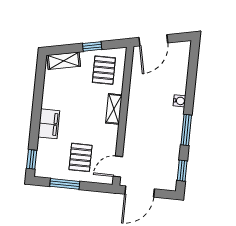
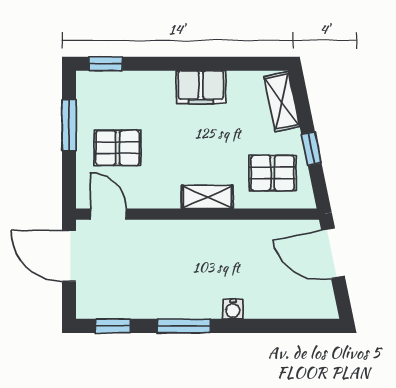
filing cabinet: (49, 124) -> (201, 87), moved

